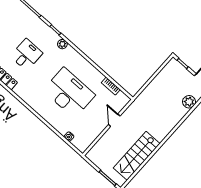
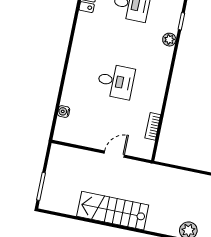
desk: (69, 93) -> (116, 81), width x0.53, depth x0.77
stairs: (137, 156) -> (113, 211), moved

